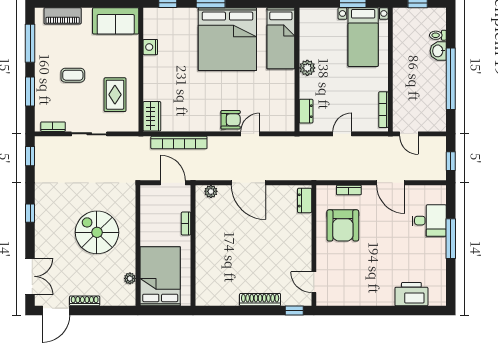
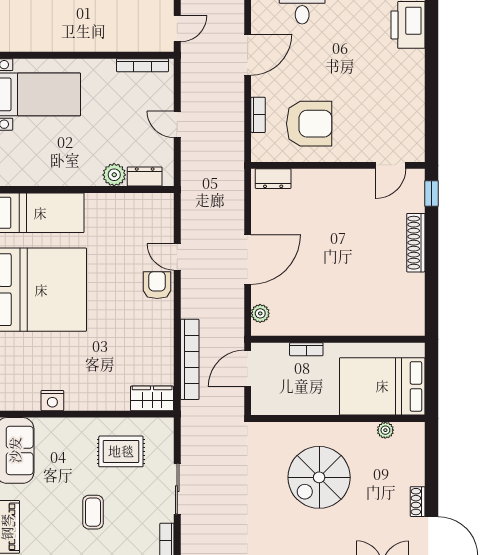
plant: (307, 68) -> (114, 175), moved
shoe rack: (85, 301) -> (418, 502), width x0.70

